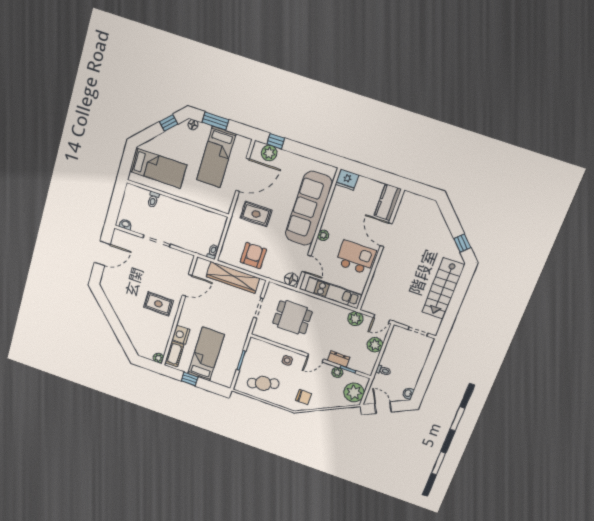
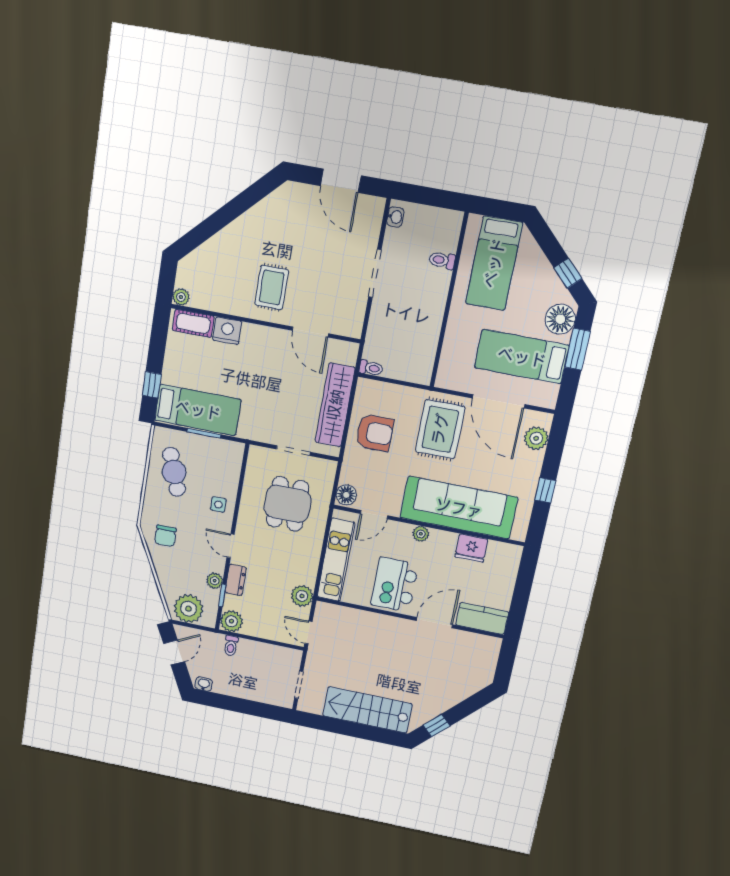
floor lamp: (193, 125) -> (560, 319), width x1.89, depth x1.89
window: (276, 141) -> (545, 490), moved
fridge: (347, 180) -> (471, 548), moved, turned -90
rug: (256, 214) -> (440, 429), width x1.36, depth x1.43
kitchen island: (356, 257) -> (395, 585), turned 180
plant: (375, 345) -> (231, 621), moved
bed: (206, 354) -> (198, 410), moved
window: (190, 379) -> (152, 385), moved

